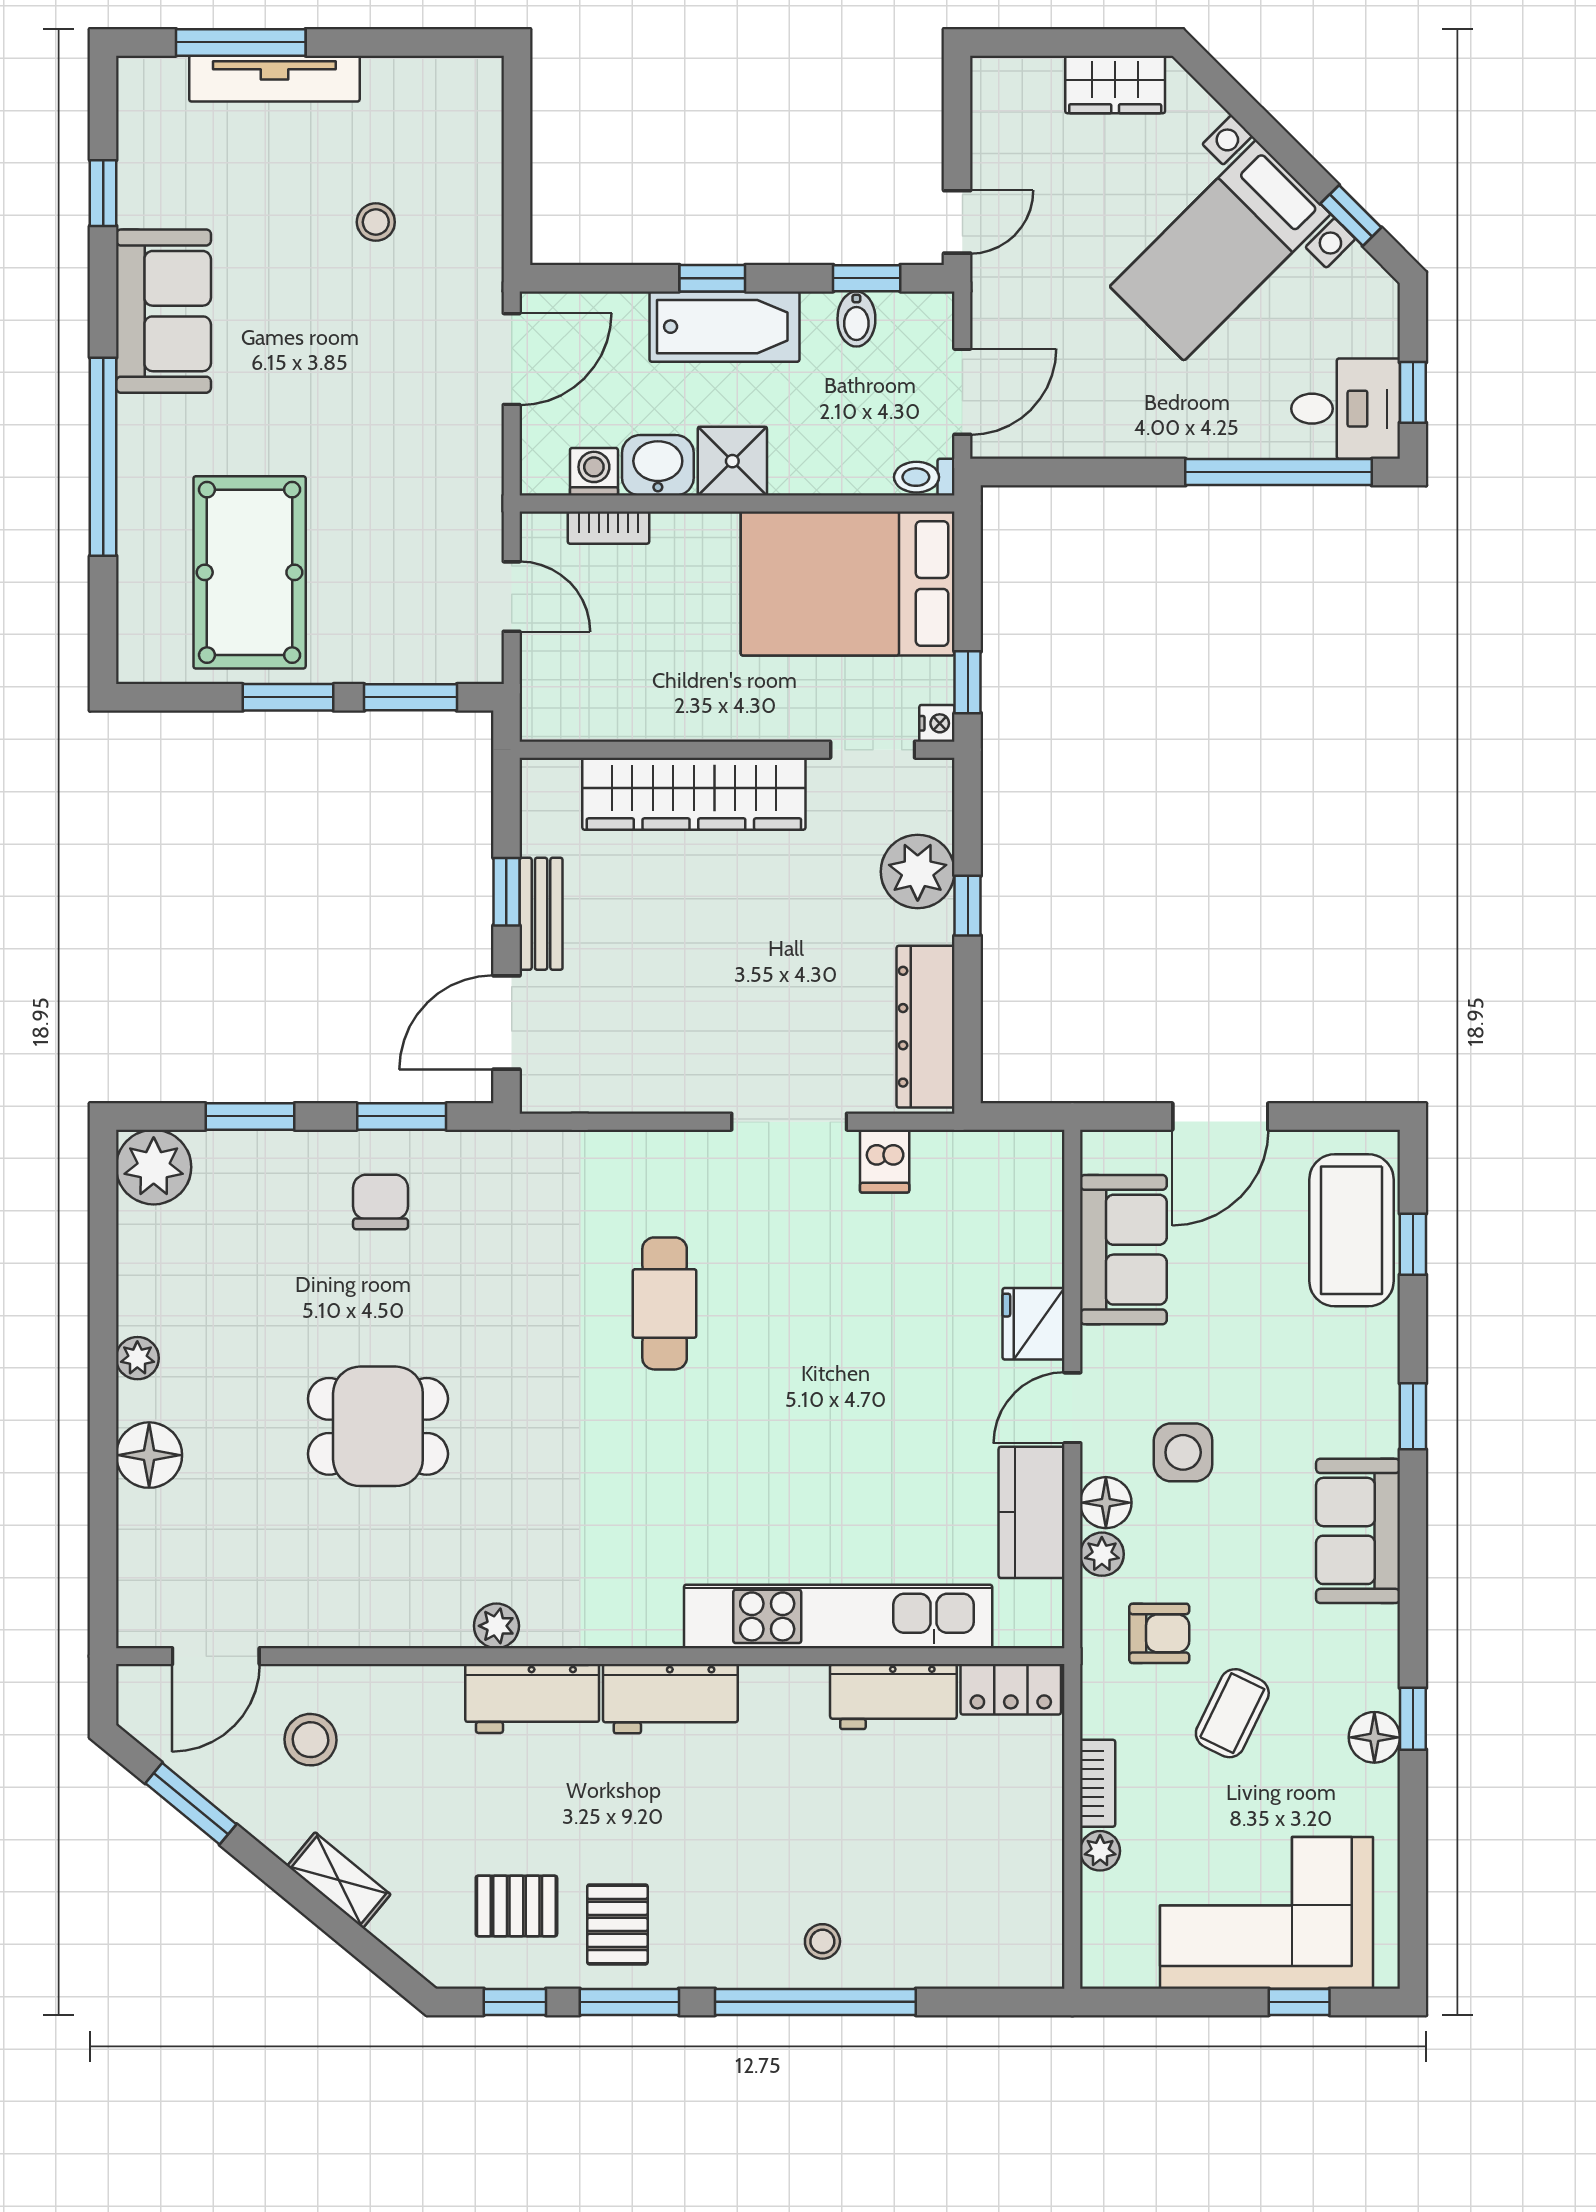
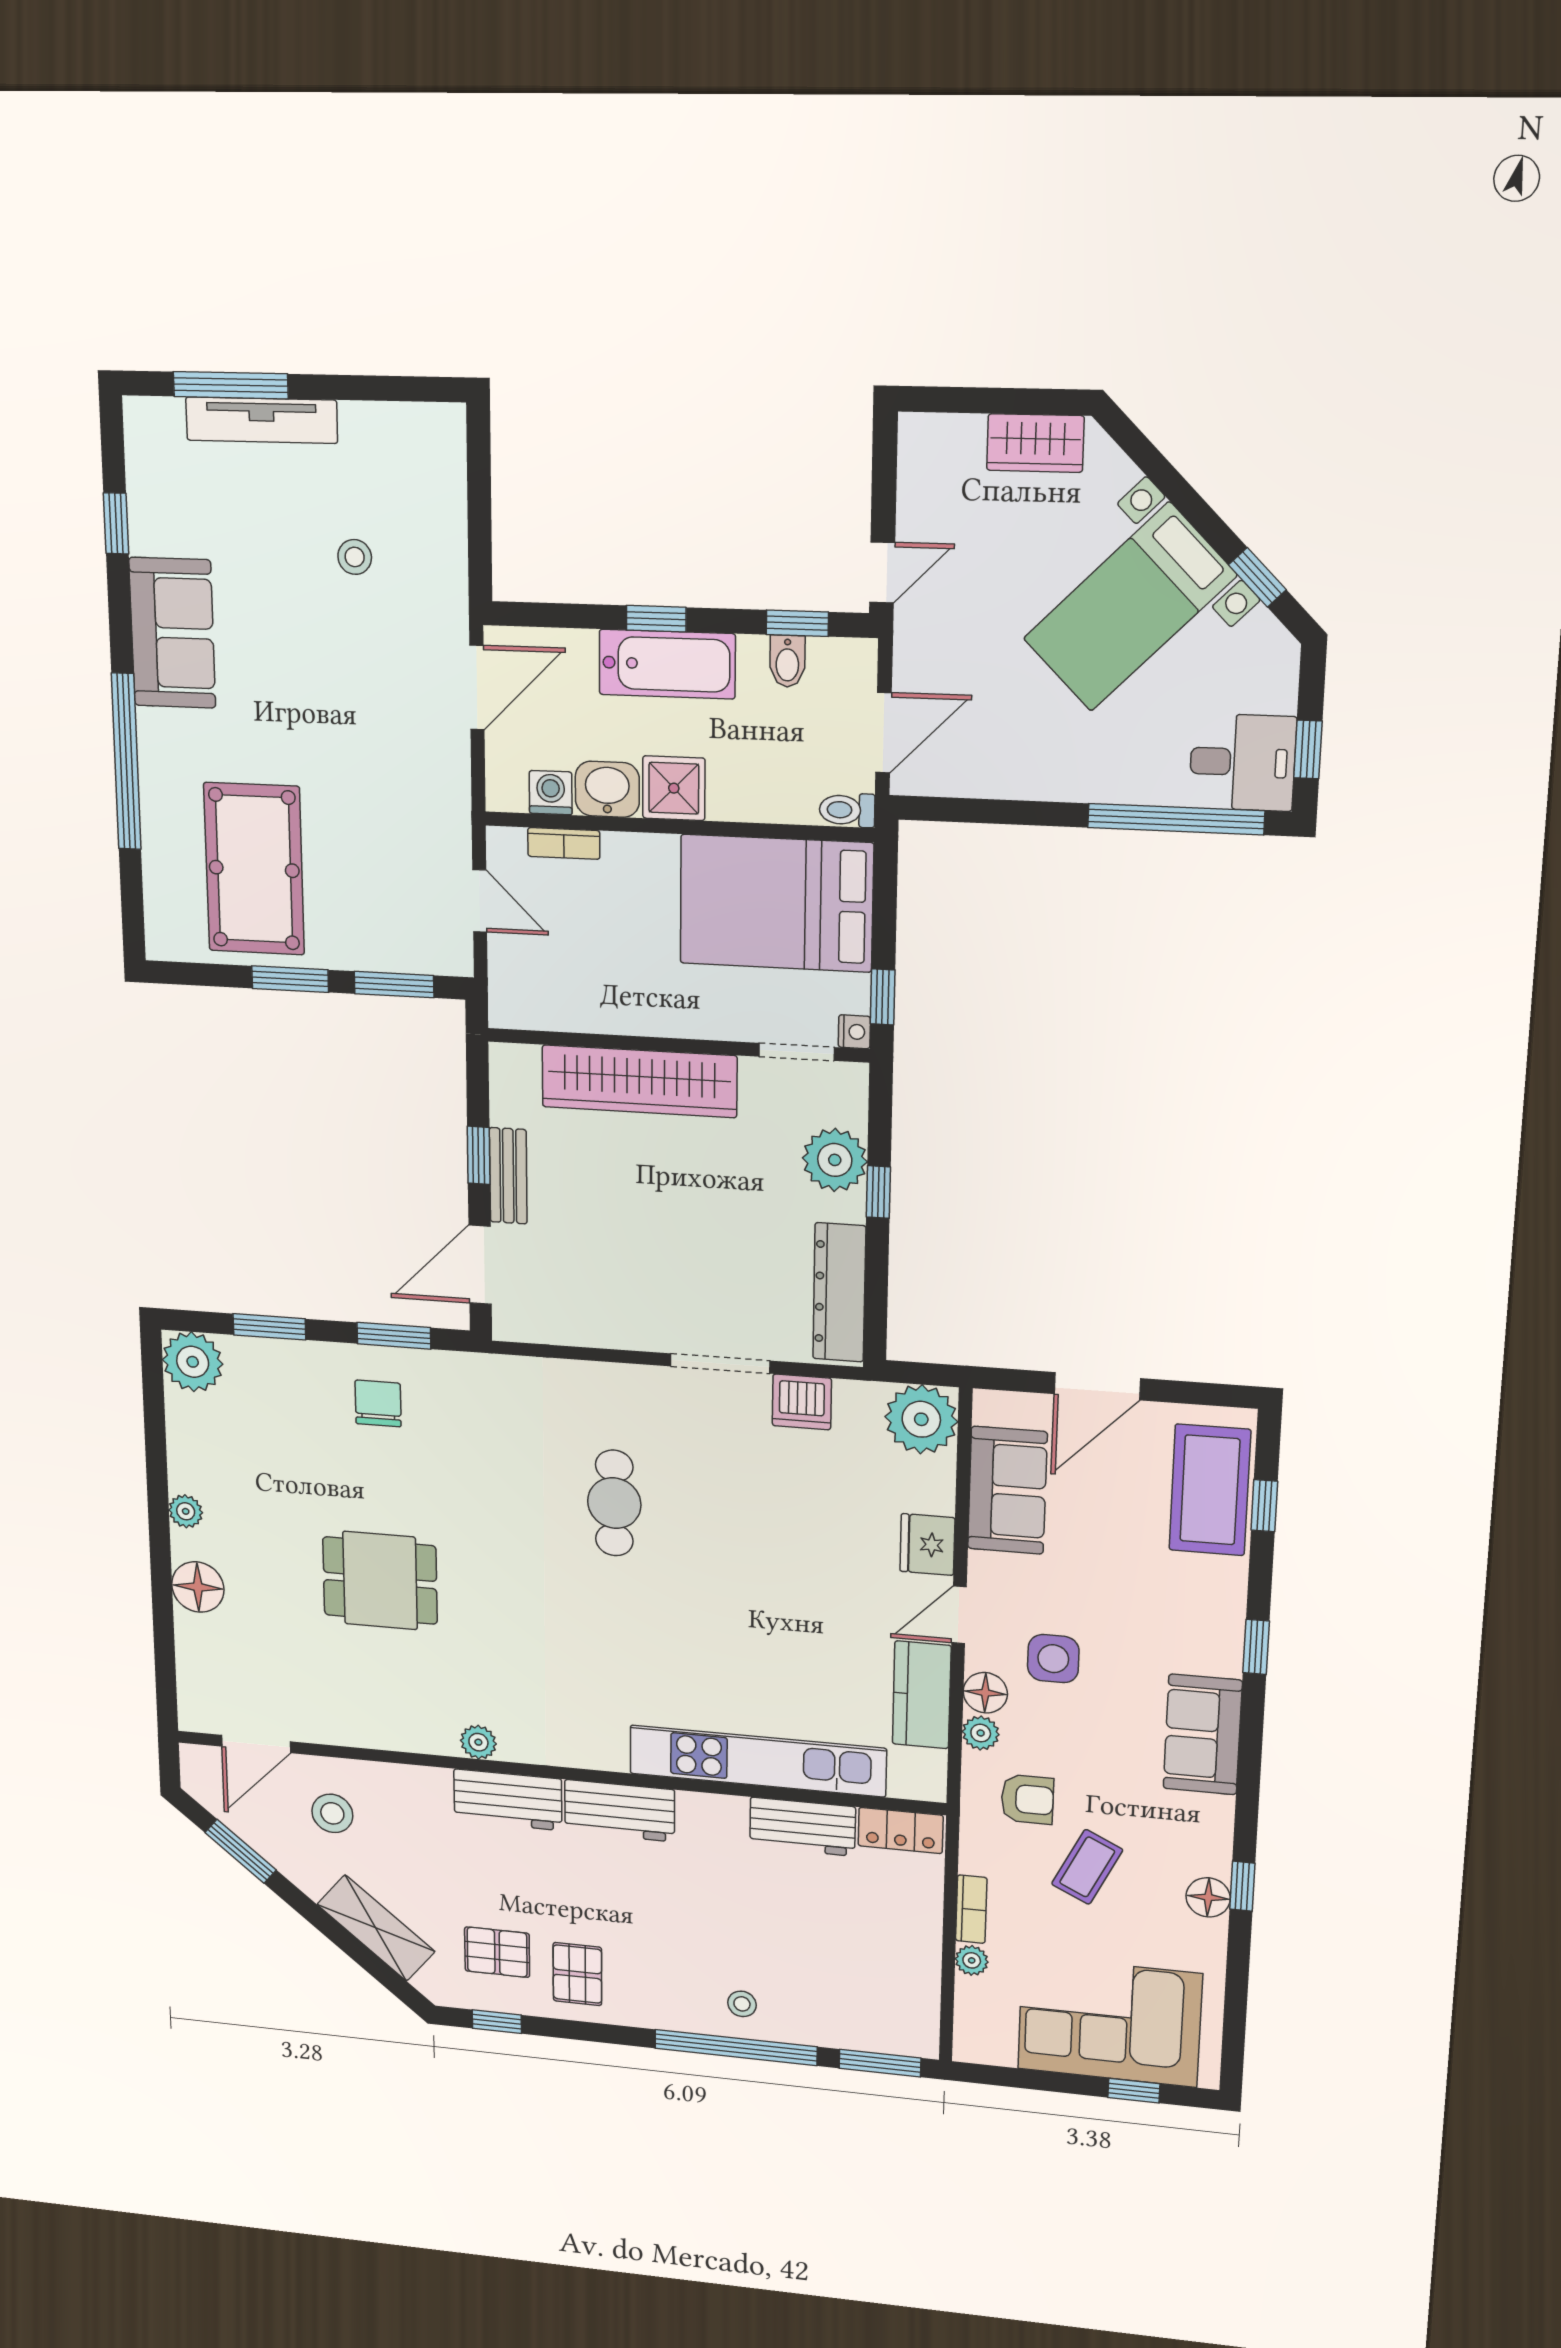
dishwasher: (885, 1161) -> (802, 1402), width x1.38
plant: (1023, 1171) -> (921, 1419), added
shelving: (339, 1880) -> (376, 1928), width x1.50, depth x1.33
window: (629, 2002) -> (880, 2063), moved

